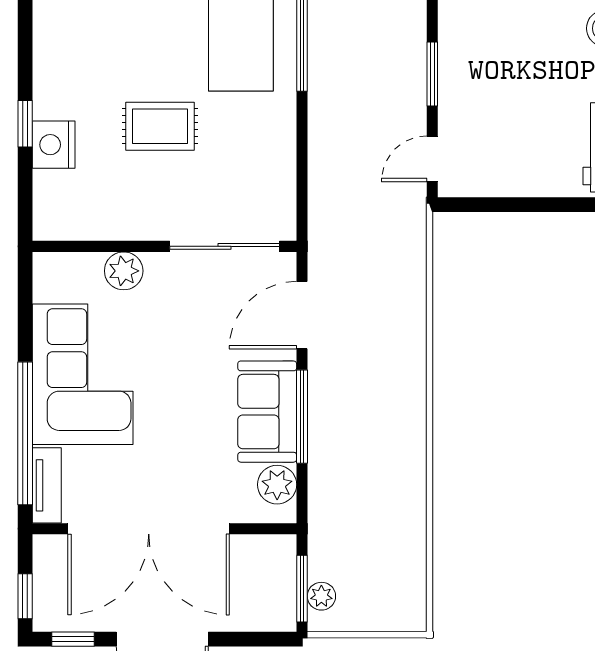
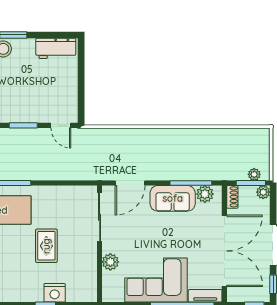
door: (302, 315) -> (130, 183), hinge flipped
window: (302, 417) -> (191, 183), moved
shoe rack: (271, 547) -> (232, 197), added
plant: (281, 617) -> (263, 192), added

